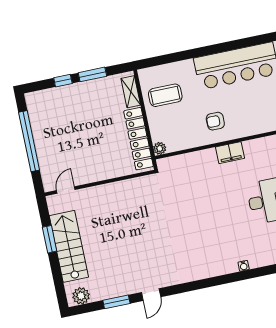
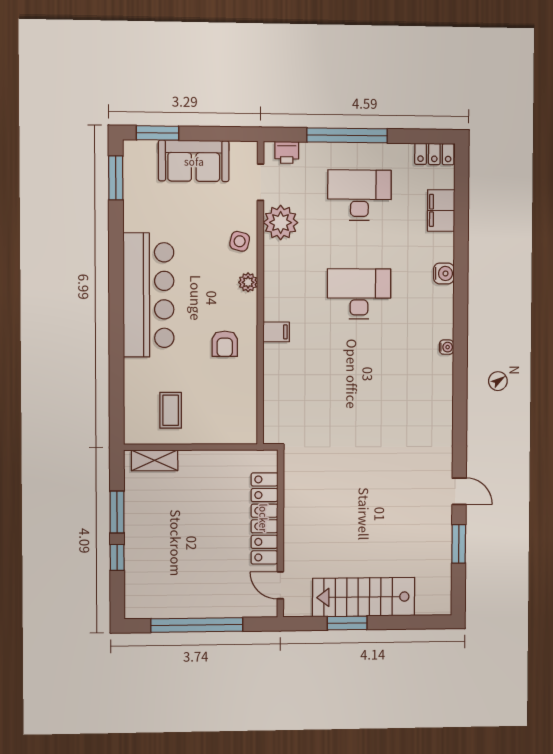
coffee table: (165, 95) -> (171, 410), width x0.73, depth x0.77
locker: (139, 139) -> (264, 518), moved, turned 90
plant: (160, 148) -> (248, 282), moved
filing cabinet: (230, 153) -> (276, 332), width x0.50
plant: (81, 296) -> (439, 594), removed

